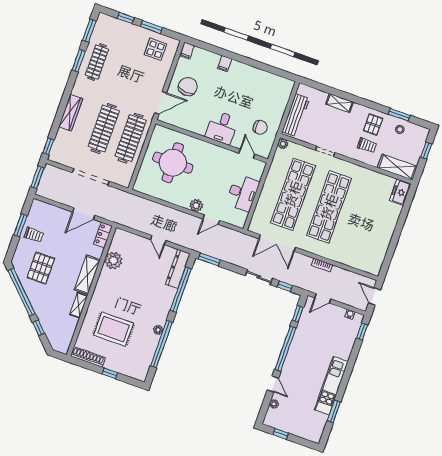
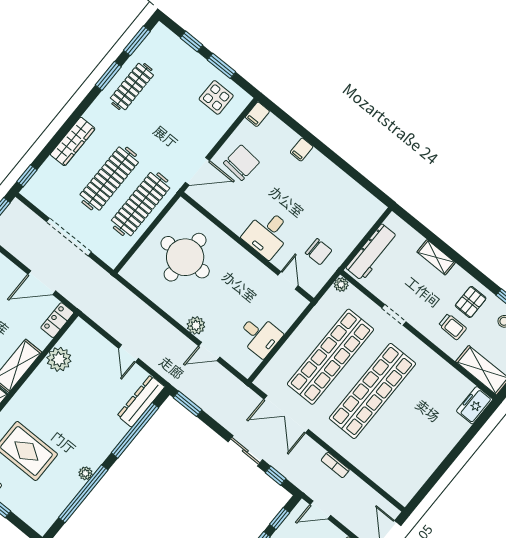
desk: (243, 193) -> (260, 336), width x0.73

